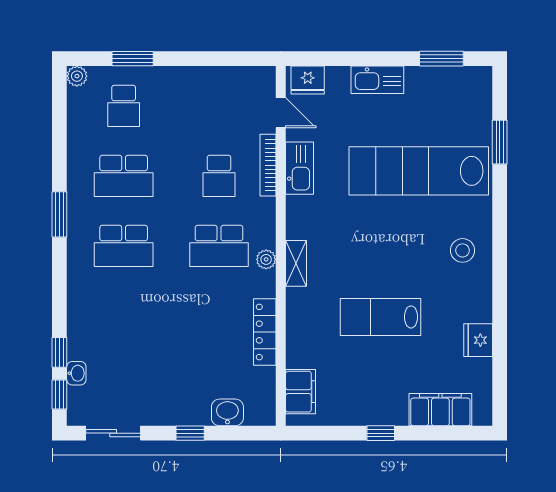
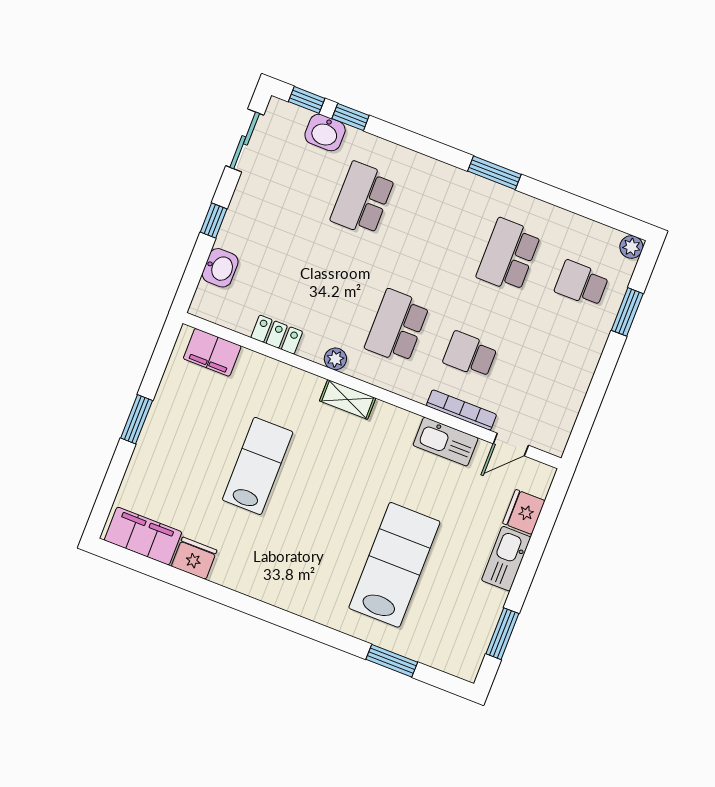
fridge: (308, 80) -> (524, 512), moved
lab bench: (419, 171) -> (394, 565), width x0.73
school desk: (124, 246) -> (363, 199), moved
stool: (463, 250) -> (294, 578), removed
plant: (266, 259) -> (335, 359), moved
locker: (265, 332) -> (277, 335), width x0.66
washbasin: (76, 373) -> (325, 133), width x1.38, depth x1.45
filing cabinet: (440, 410) -> (143, 536), moved, turned -90
window: (381, 433) -> (137, 419), width x1.50

